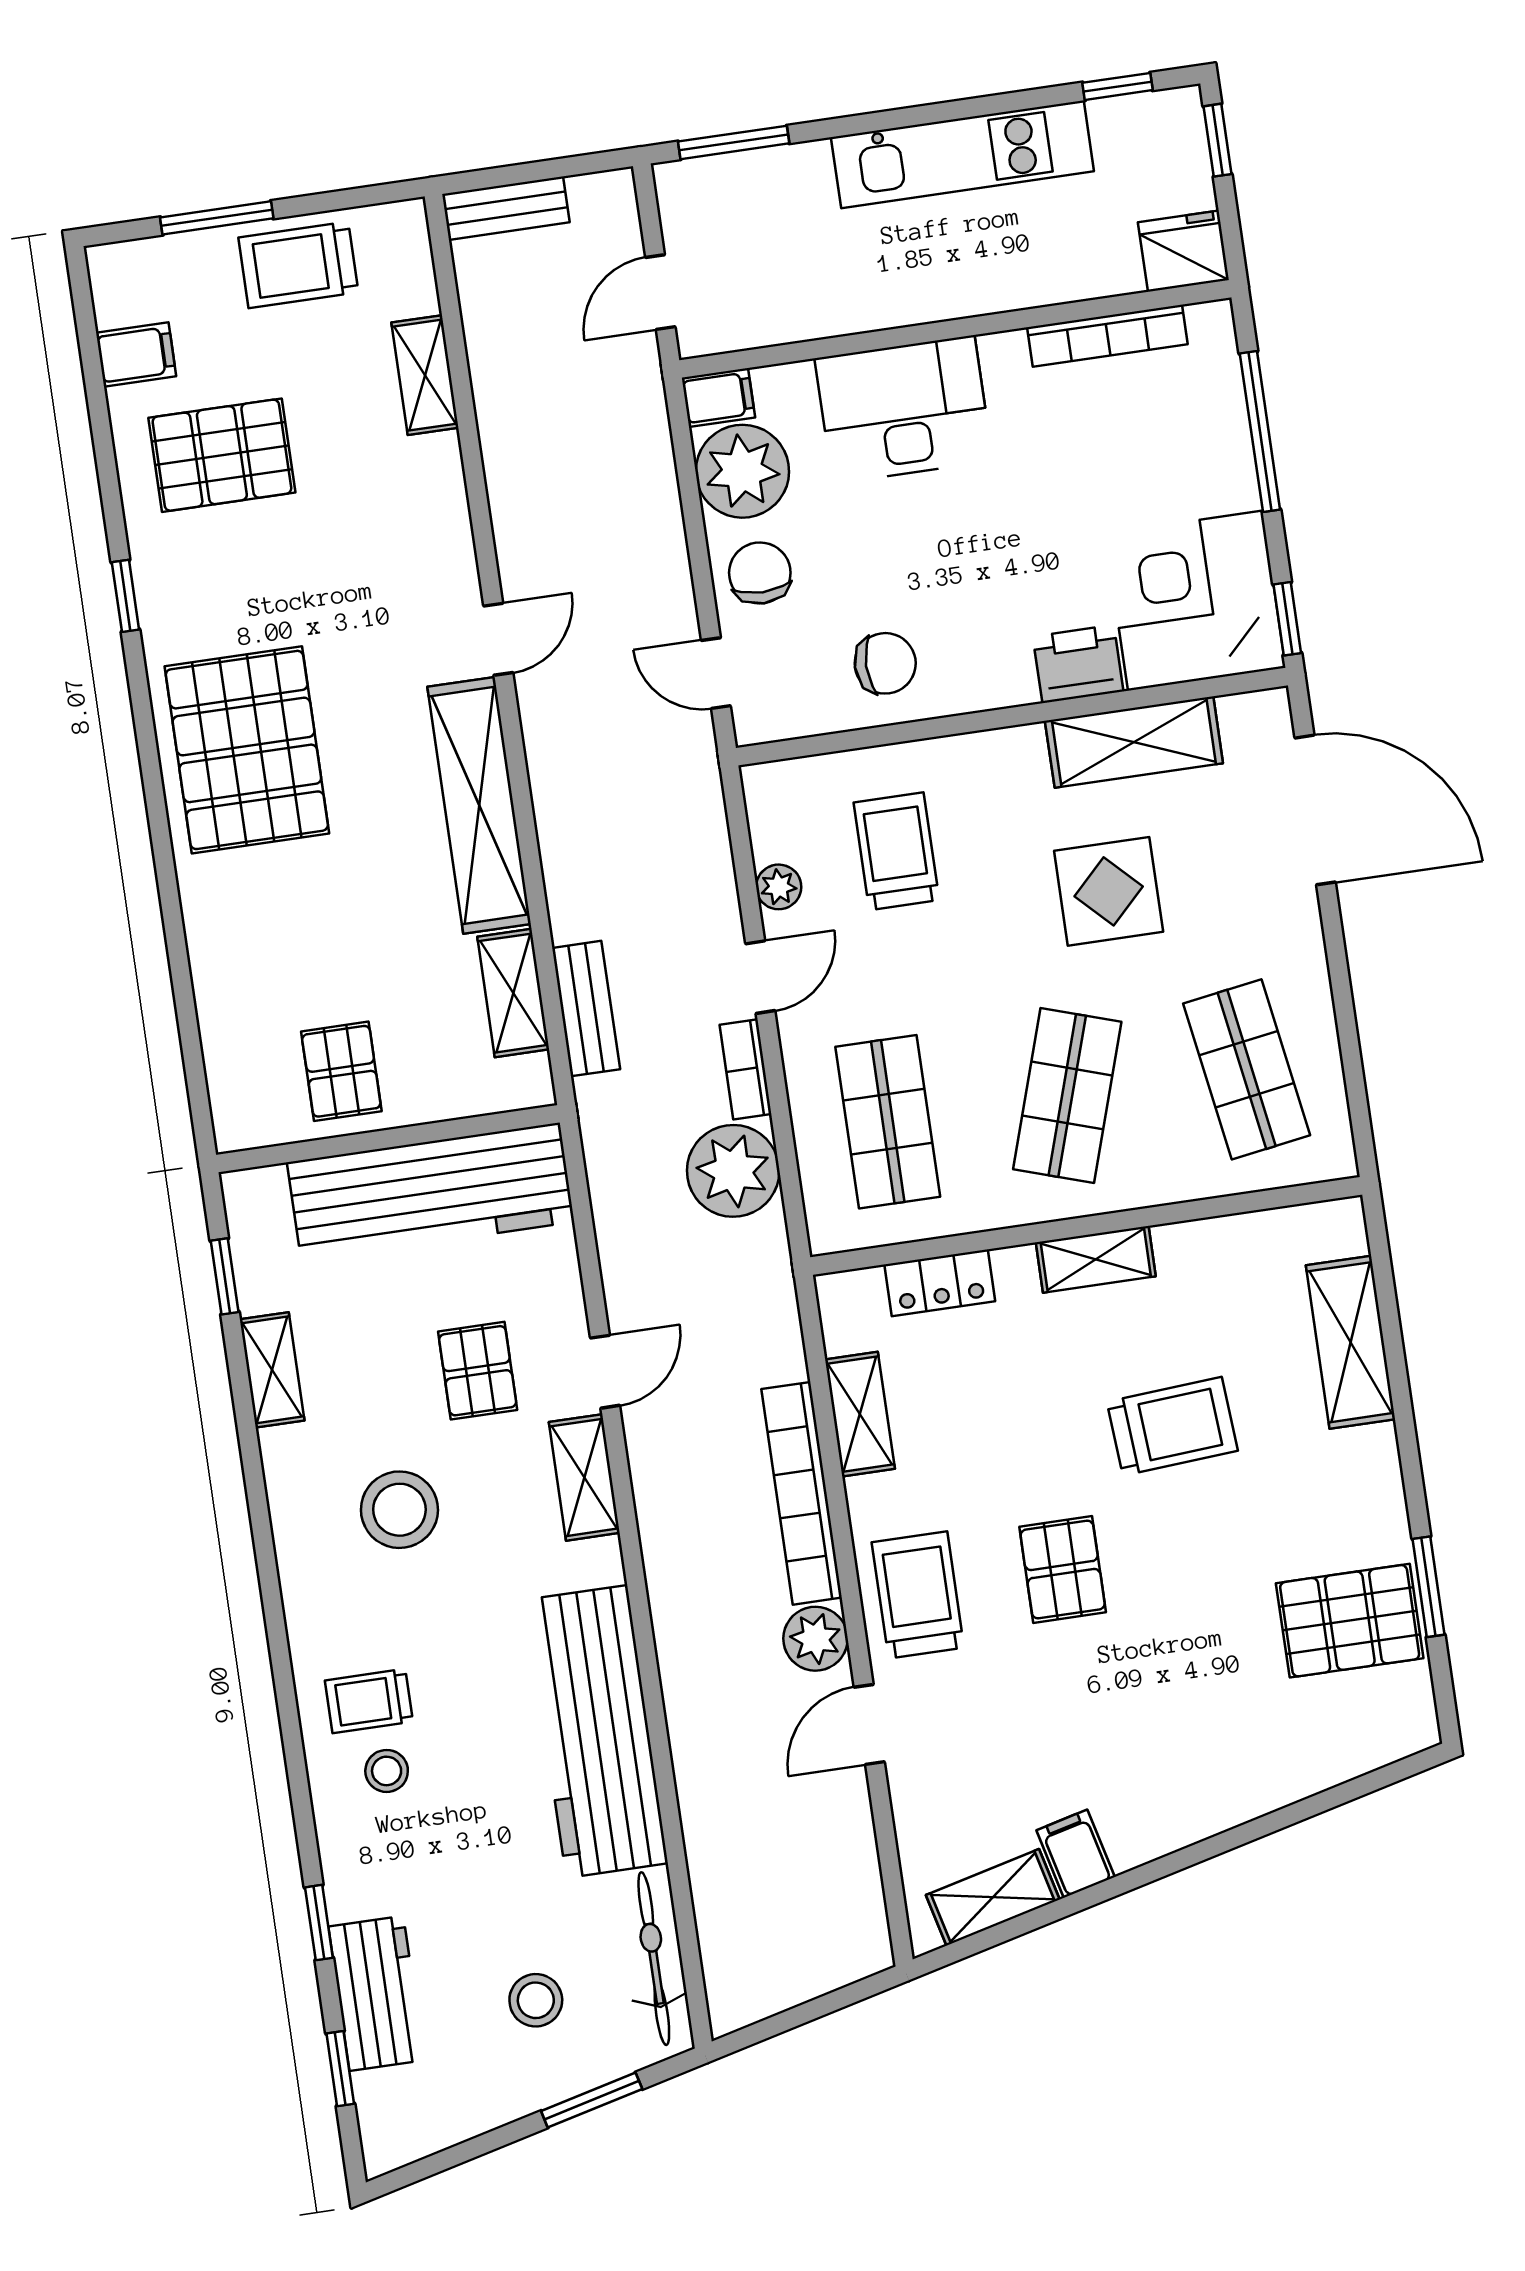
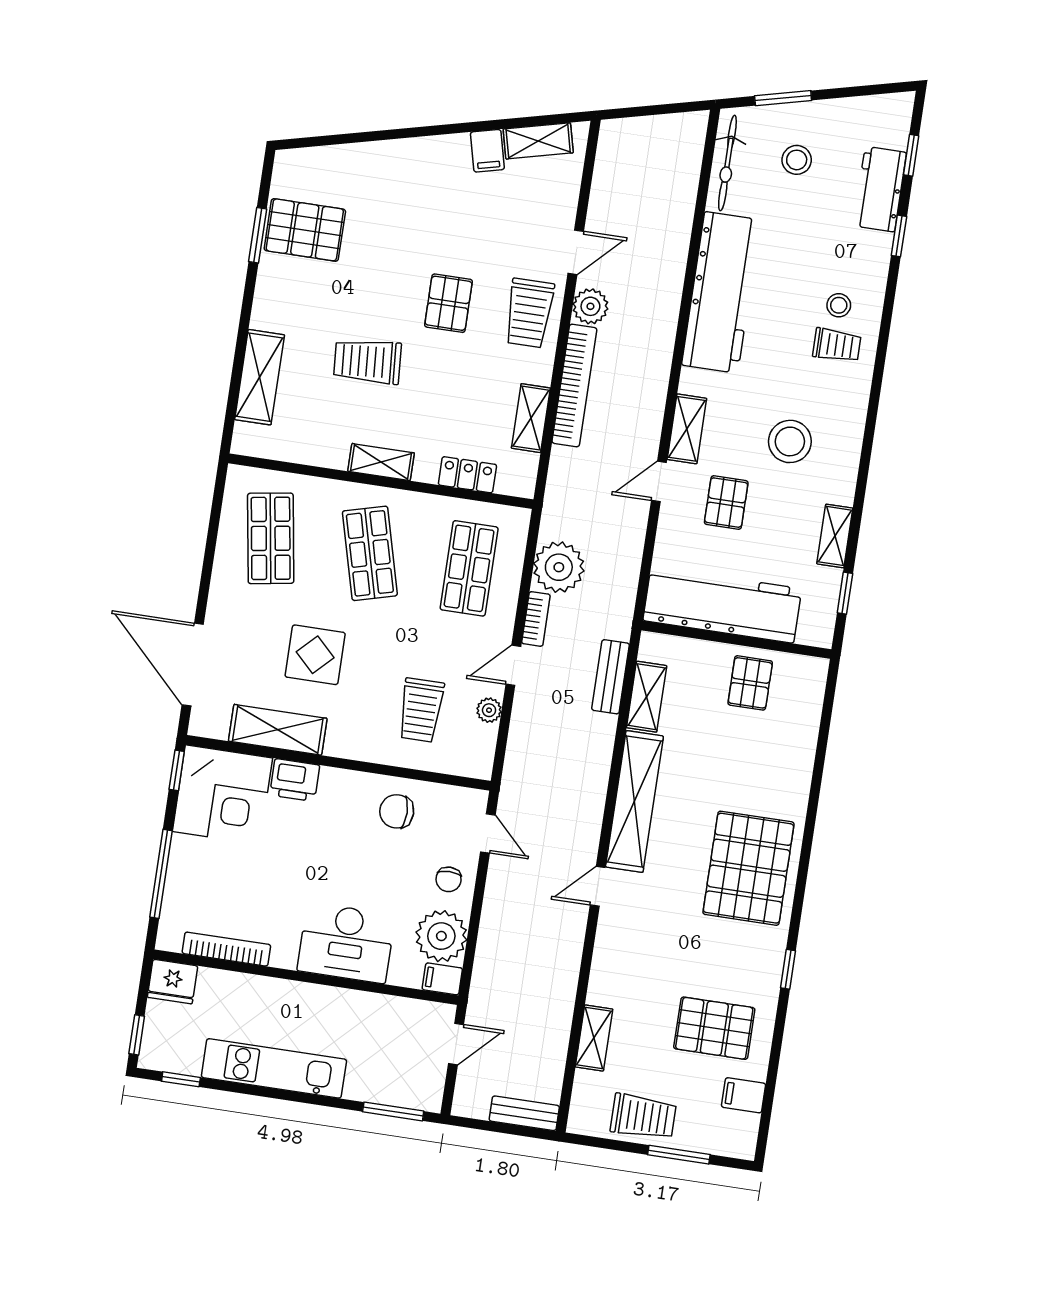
chair: (760, 573) -> (449, 879), width x0.73, depth x0.73
shop shelf: (1067, 1096) -> (370, 553), turned -33

